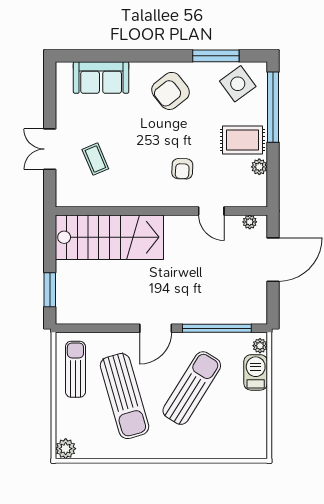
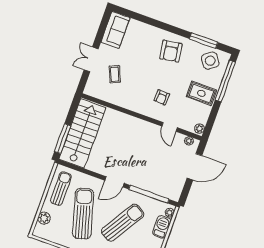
sofa: (101, 77) -> (115, 30), moved, turned -90
armchair: (171, 91) -> (171, 51), turned -61
plant: (259, 167) -> (199, 129), moved
stairs: (109, 237) -> (82, 133), moved, turned -90
window: (50, 290) -> (63, 139), width x1.44
sun lounger: (125, 396) -> (83, 214), turned 180
plant: (66, 449) -> (44, 218), moved

